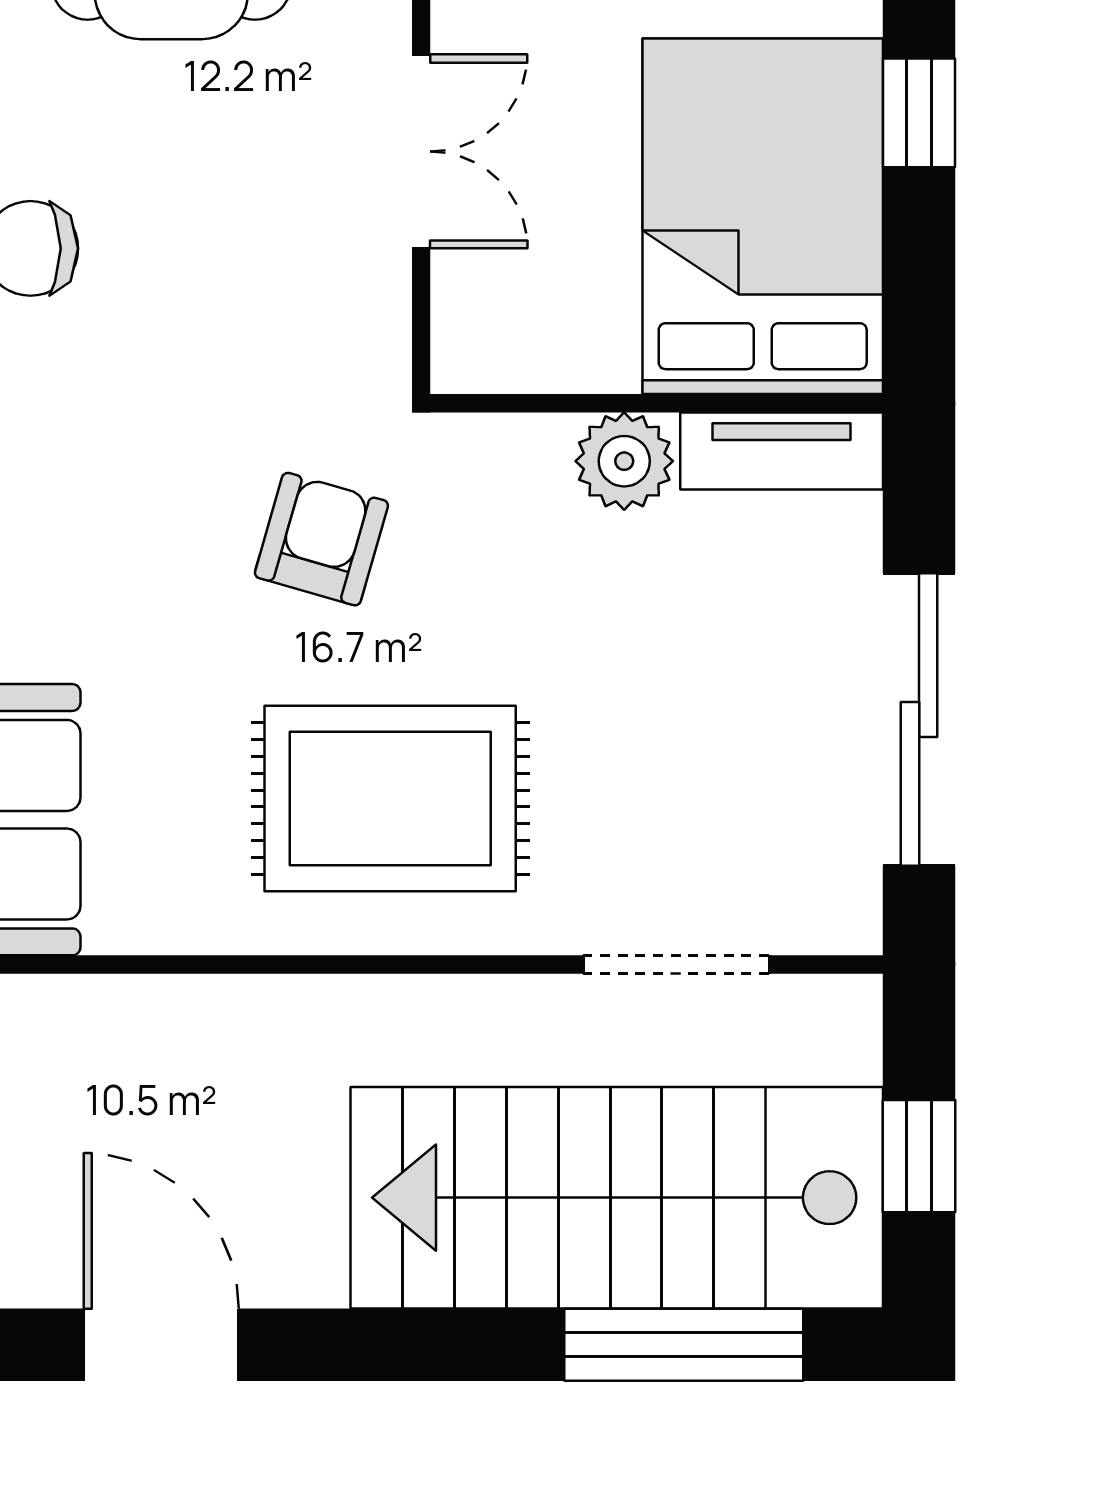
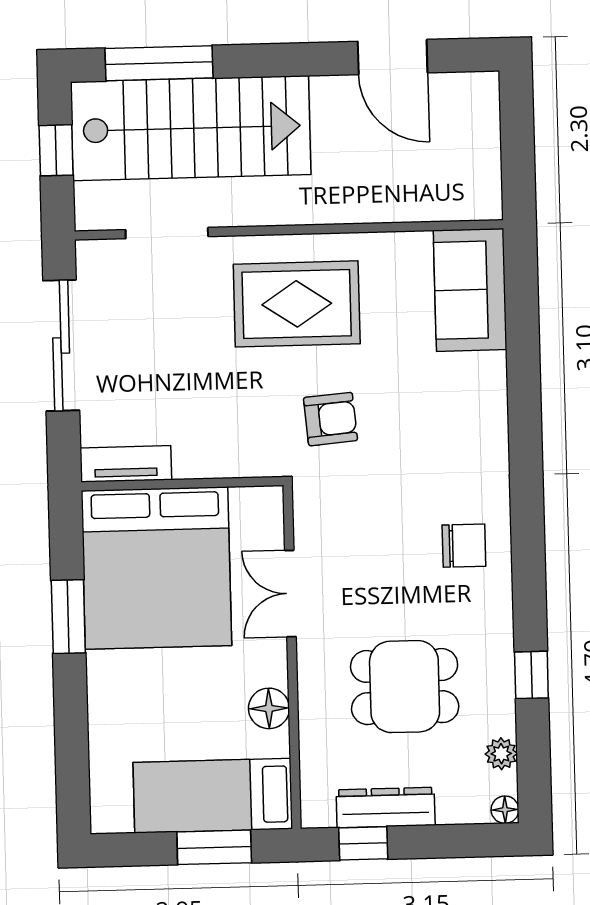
window: (919, 113) -> (68, 617), width x1.50
bed: (763, 216) -> (156, 568), width x1.36
plant: (624, 461) -> (196, 457), removed
armchair: (321, 539) -> (330, 419), turned -111

